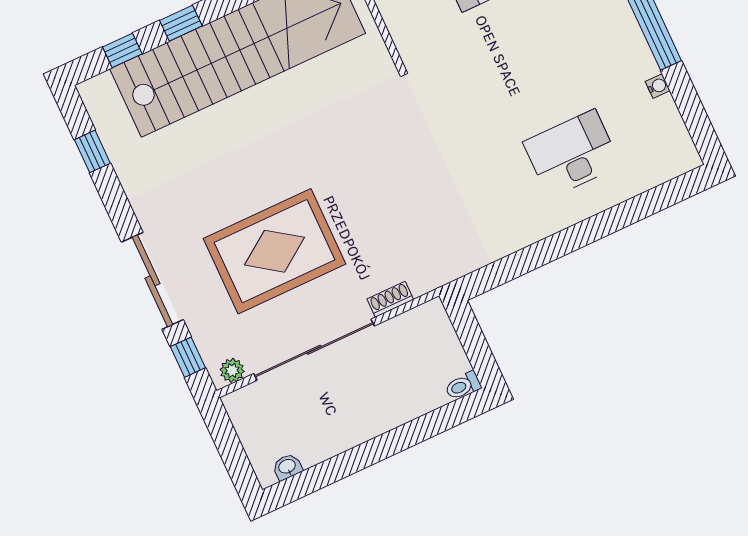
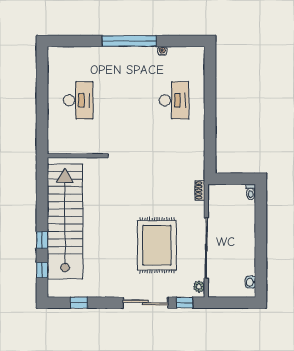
desk: (572, 154) -> (174, 100), turned 180
shoe rack: (390, 299) -> (200, 190), moved

